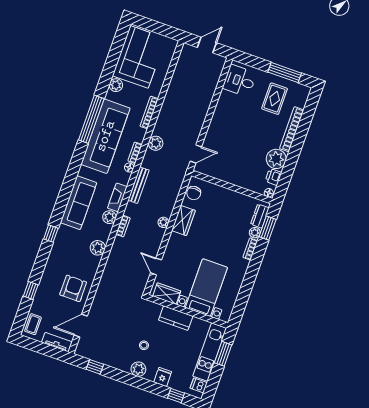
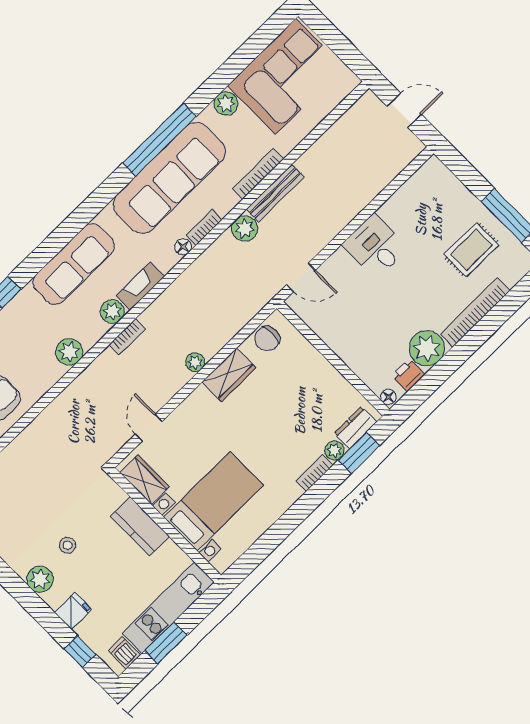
desk: (239, 81) -> (375, 246), moved
bench: (139, 185) -> (275, 193), moved
window: (223, 354) -> (166, 643), moved

